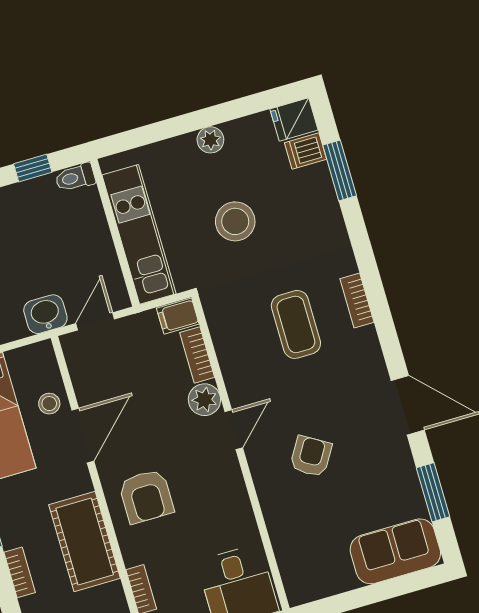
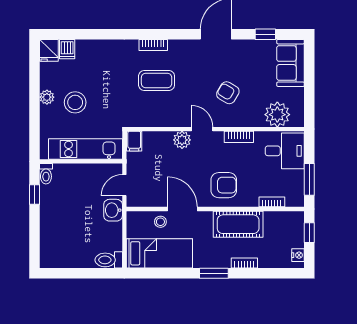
window: (340, 170) -> (82, 34), removed
stool: (235, 221) -> (75, 102), moved
door: (95, 321) -> (124, 185), hinge flipped
bookcase: (197, 355) -> (239, 137), moved
window: (433, 492) -> (265, 34), width x0.67
plant: (298, 554) -> (277, 115), added

